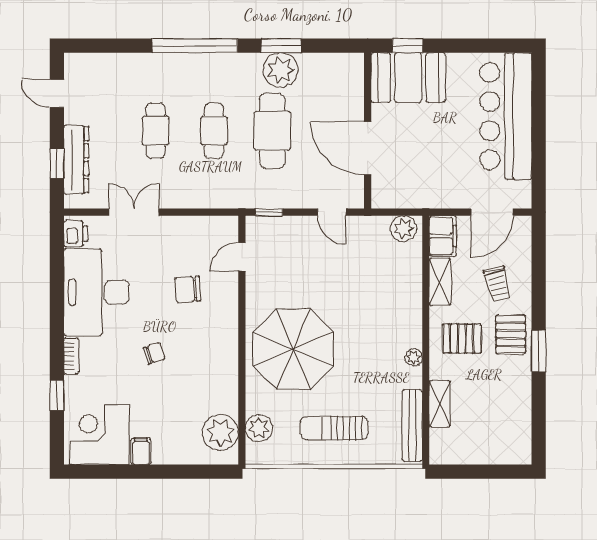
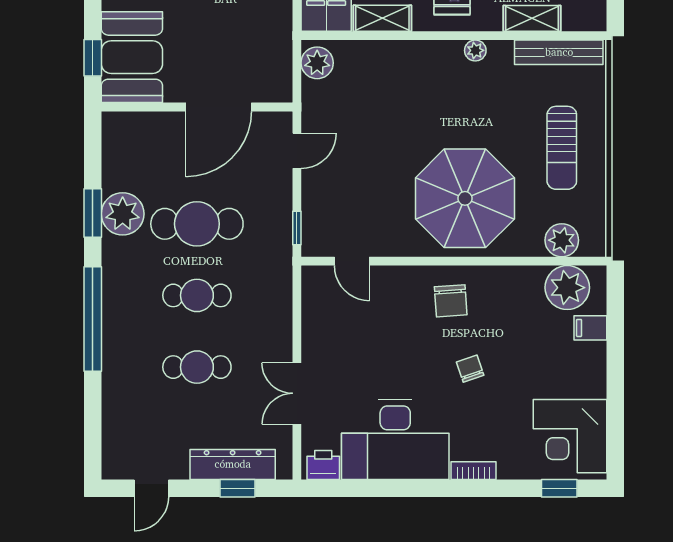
chair: (188, 290) -> (451, 301), moved
window: (57, 395) -> (559, 488), moved
filing cabinet: (141, 451) -> (590, 328), moved

